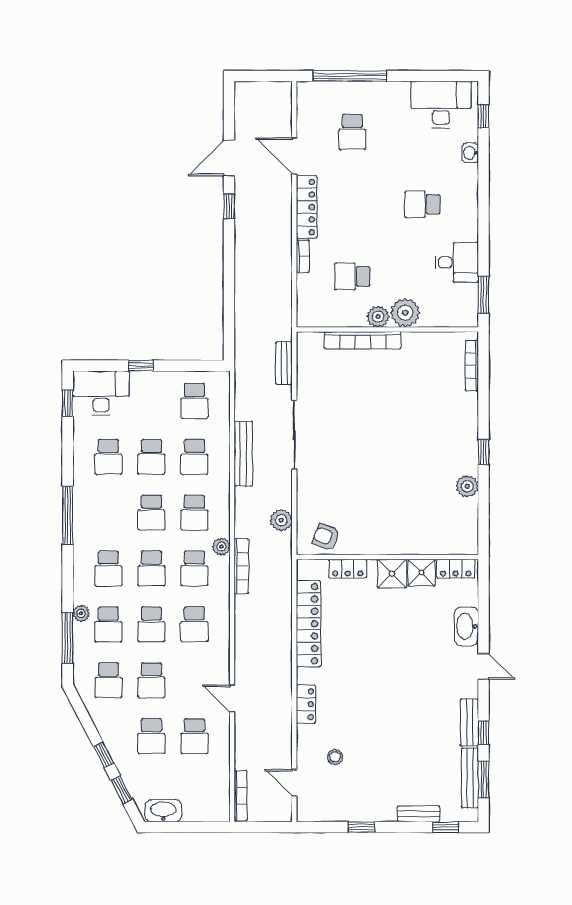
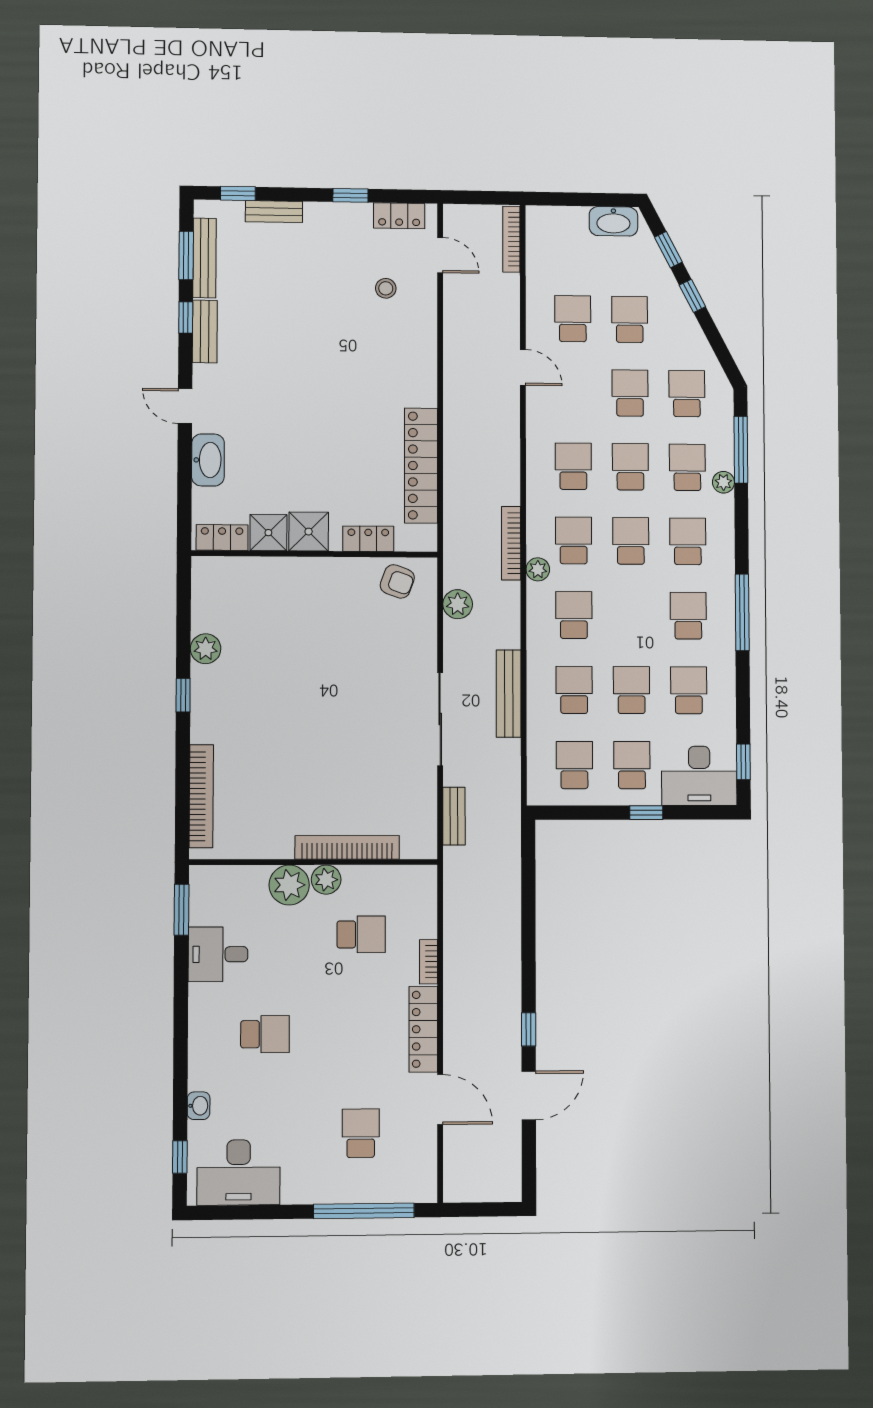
bookcase: (472, 366) -> (201, 796), width x1.48, depth x1.31
school desk: (151, 401) -> (632, 765), added
school desk: (151, 513) -> (688, 616), moved
locker: (306, 704) -> (399, 216), moved, turned -90

